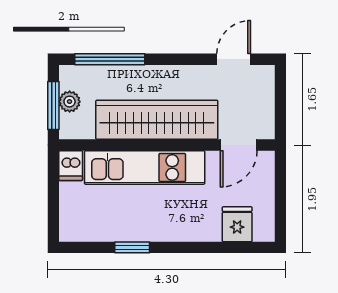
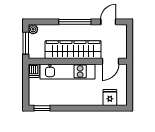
window: (110, 59) -> (75, 22), moved
plant: (70, 102) -> (33, 29), moved
window: (132, 247) -> (42, 108), moved

